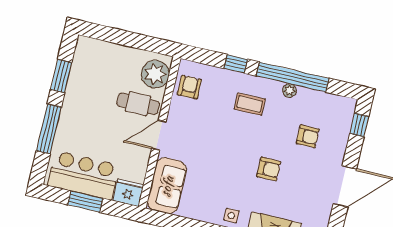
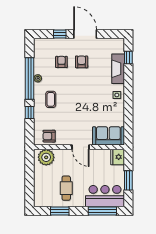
cafe table: (138, 104) -> (66, 188), moved
window: (359, 125) -> (60, 34), moved
window: (49, 129) -> (102, 211), moved
armchair: (269, 169) -> (82, 62), moved
bar counter: (83, 175) -> (105, 196), moved, turned 90

